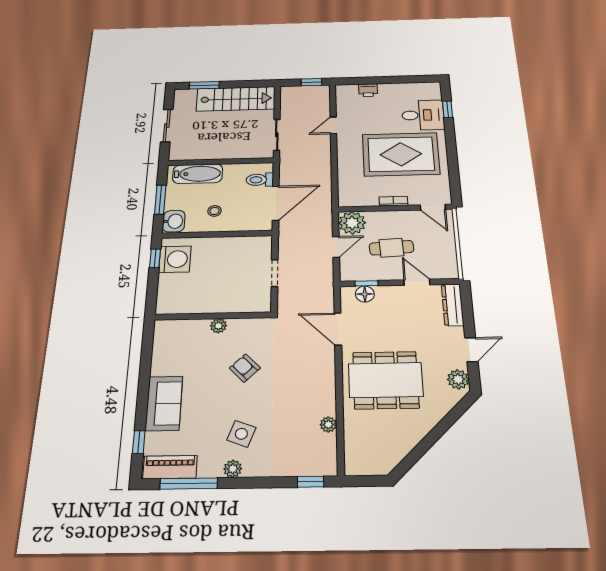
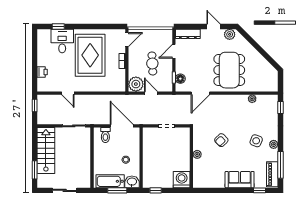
bathtub: (198, 174) -> (110, 181), moved, turned -90
washing machine: (175, 259) -> (182, 180), moved

